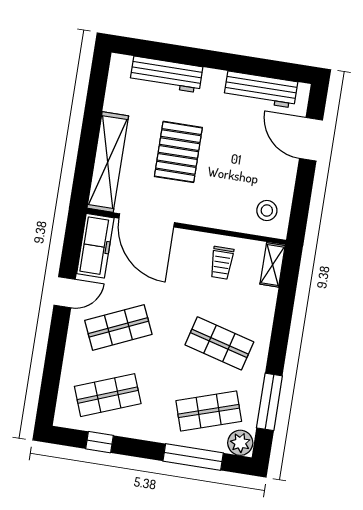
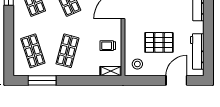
pallet: (178, 152) -> (159, 42), moved
plant: (240, 443) -> (20, 69), removed
window: (193, 457) -> (9, 47), removed

